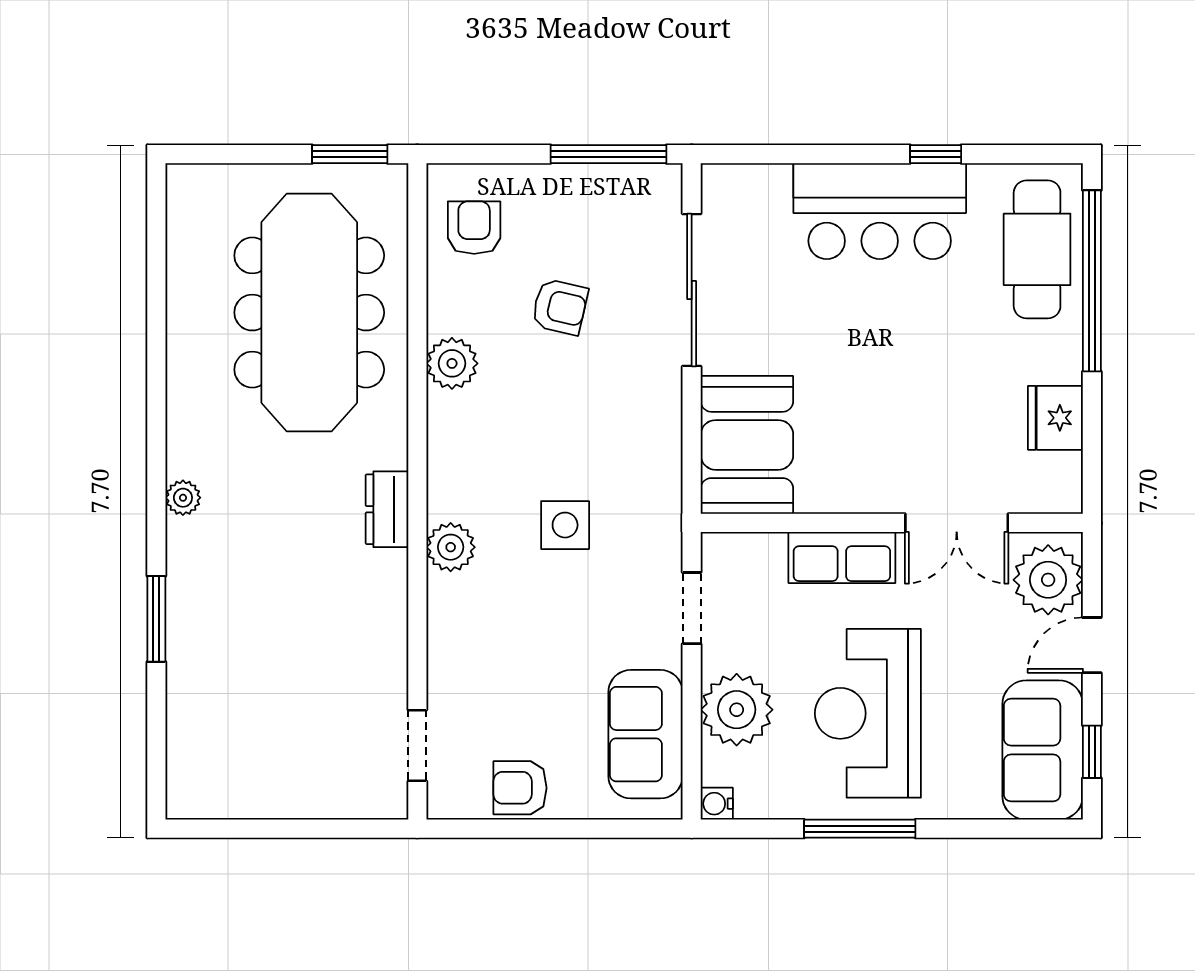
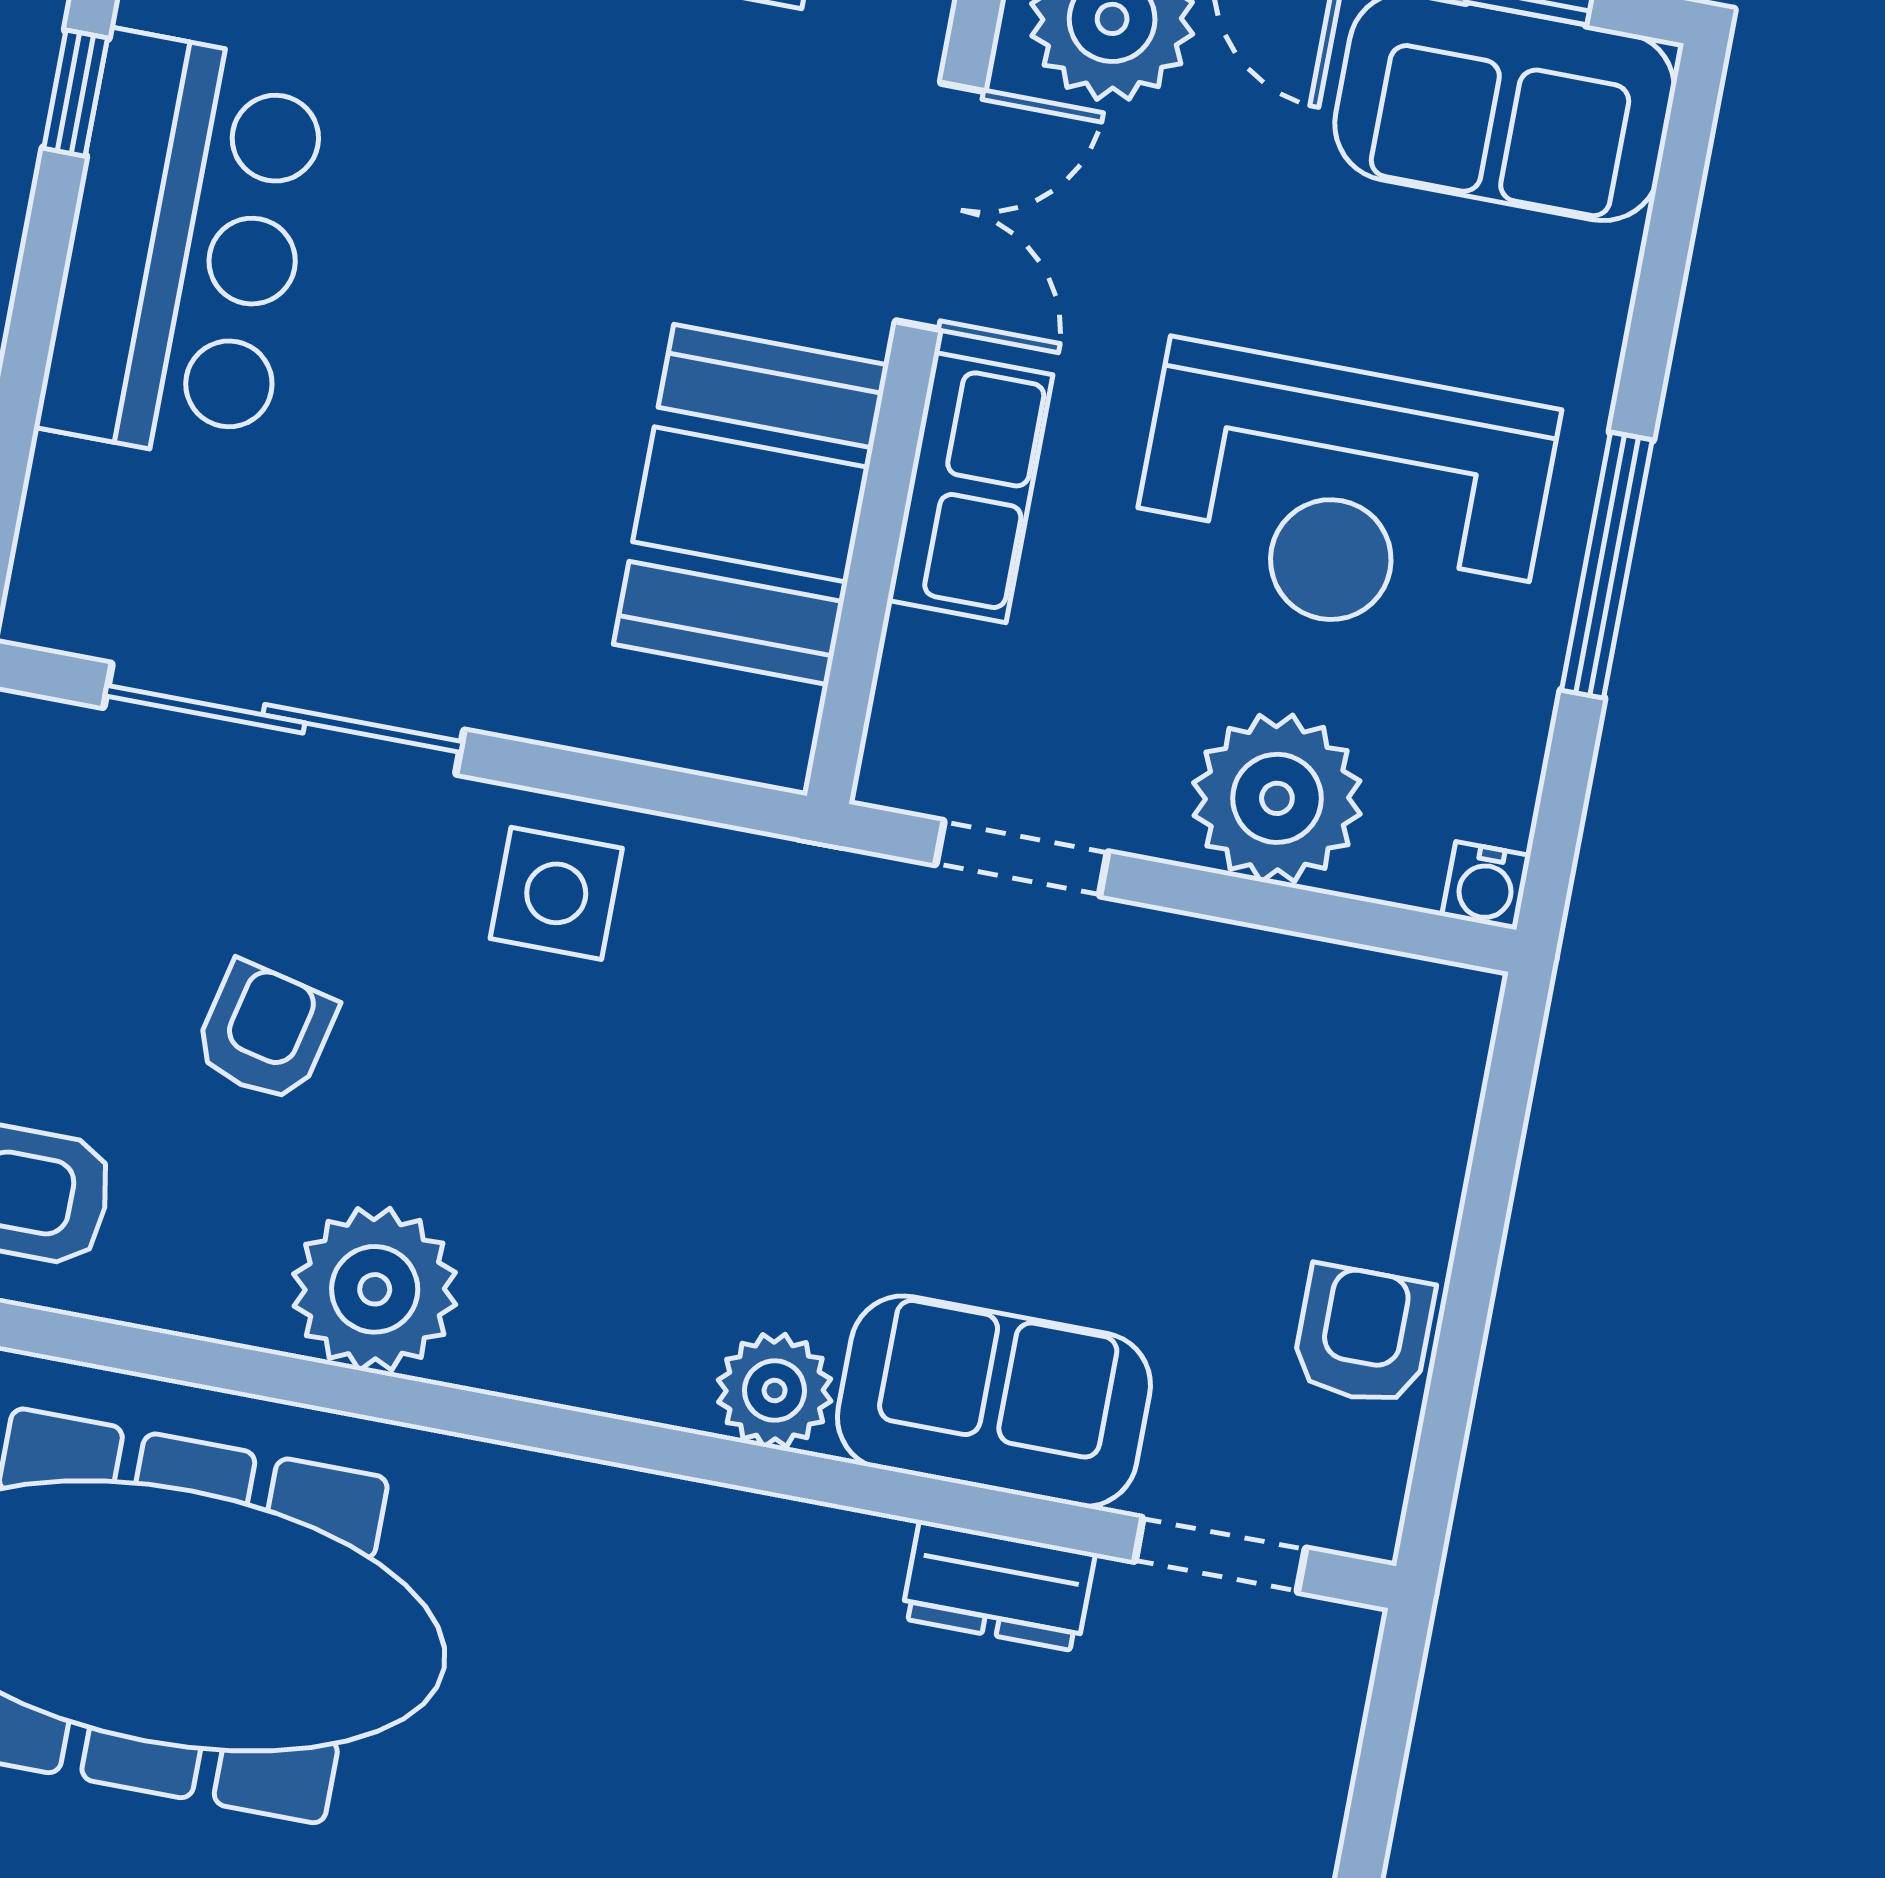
plant: (452, 363) -> (375, 1289), width x1.36, depth x1.36
booth: (747, 445) -> (751, 505), moved, turned 90
dresser: (387, 509) -> (998, 1586), moved
side table: (565, 525) -> (556, 893), moved
sofa: (646, 734) -> (994, 1401), moved, turned 180
armchair: (520, 788) -> (1363, 1335), turned 180

